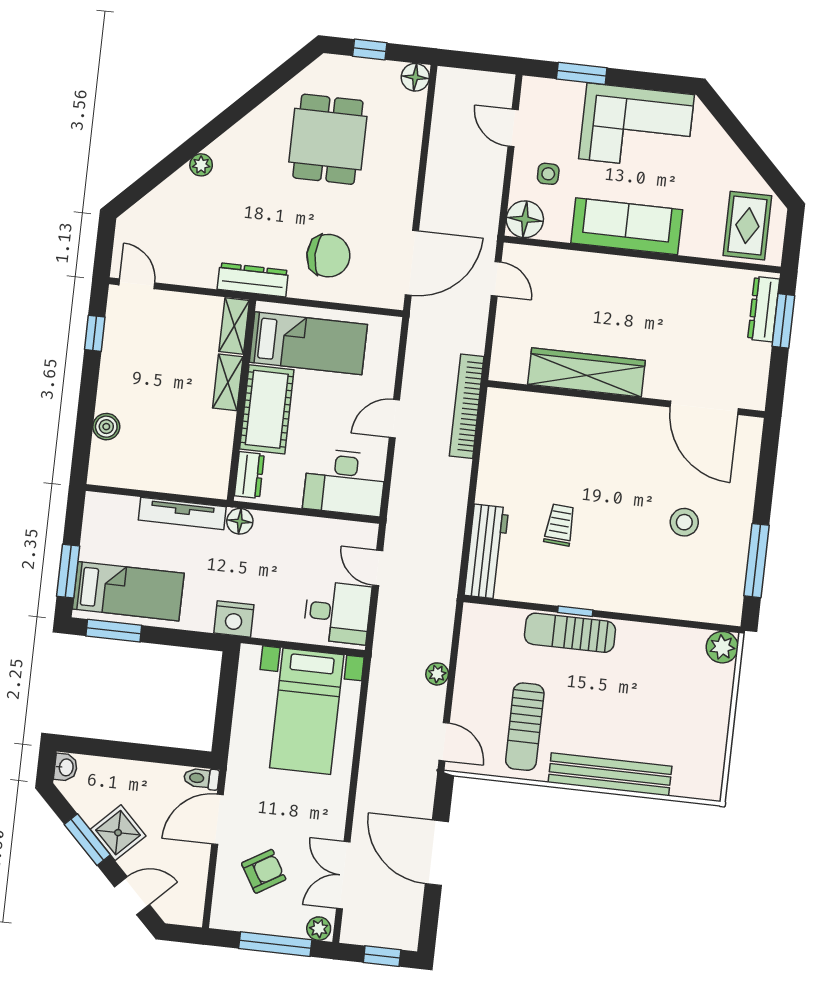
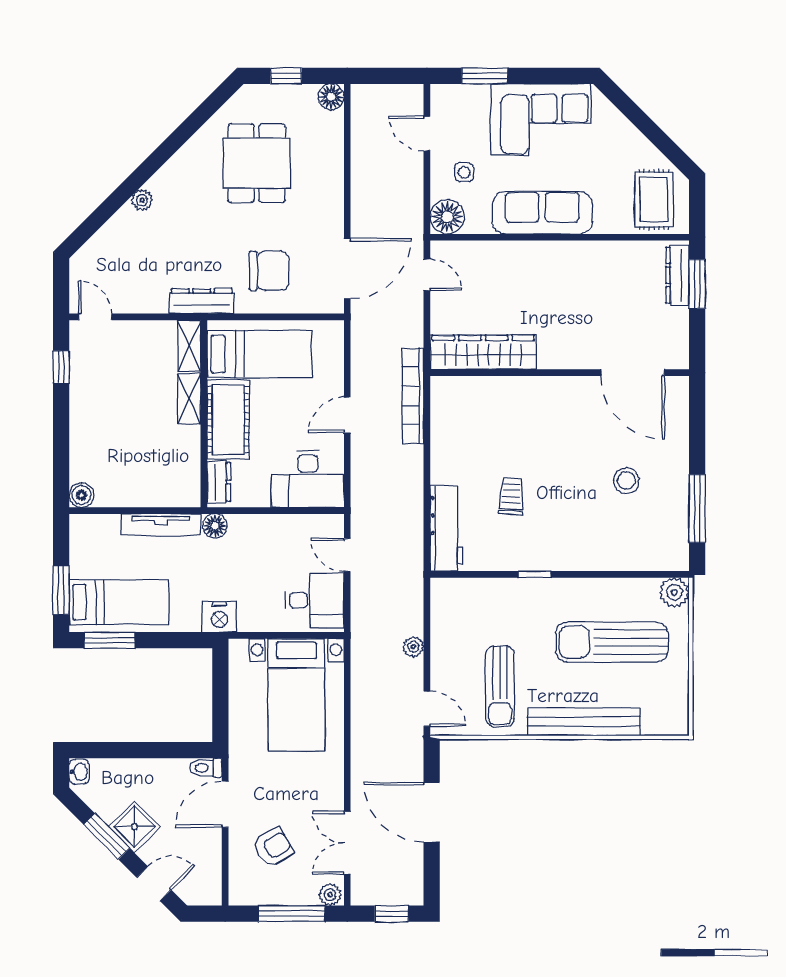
wardrobe: (586, 372) -> (483, 352), moved
boiler: (106, 427) -> (81, 495), moved
sun lounger: (570, 633) -> (612, 642), moved, width x1.36, depth x1.34

